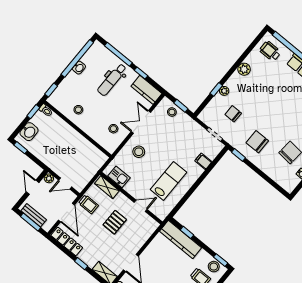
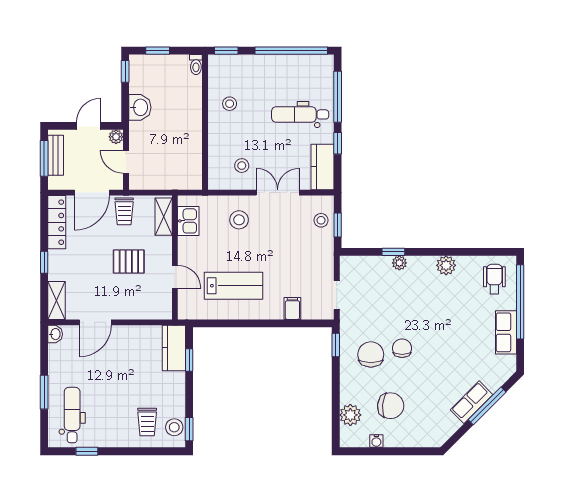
washbasin: (79, 68) -> (282, 62), removed
window: (33, 112) -> (158, 51), moved
chair: (233, 114) -> (402, 348), moved
washbasin: (29, 132) -> (140, 107), moved, turned -90
plant: (278, 176) -> (350, 415), added
kitchen counter: (181, 240) -> (174, 348), width x0.67

